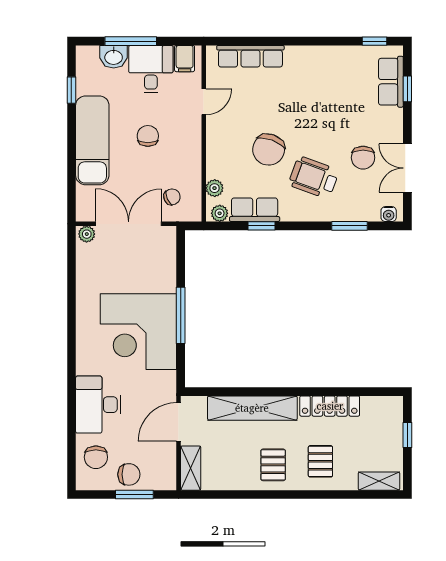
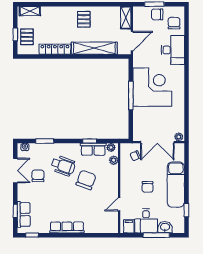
row of seats: (250, 56) -> (67, 227), moved
pallet: (320, 461) -> (27, 37), moved

